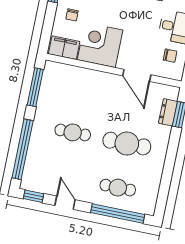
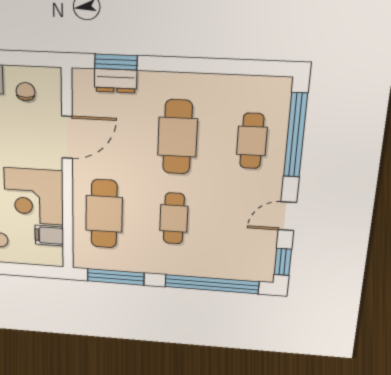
filing cabinet: (64, 48) -> (49, 235), width x0.50
cafe table: (82, 88) -> (104, 214), added

